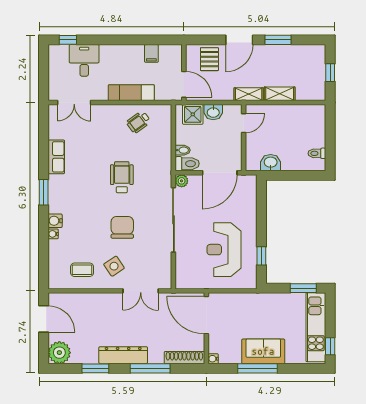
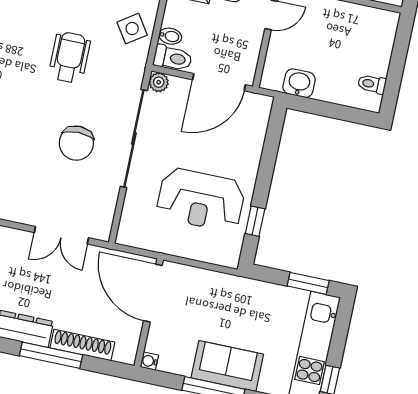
chair: (122, 227) -> (76, 143), moved, turned 180
reception desk: (224, 250) -> (201, 200), turned -90
side table: (114, 266) -> (132, 29), moved
shoe rack: (184, 358) -> (82, 345), moved

